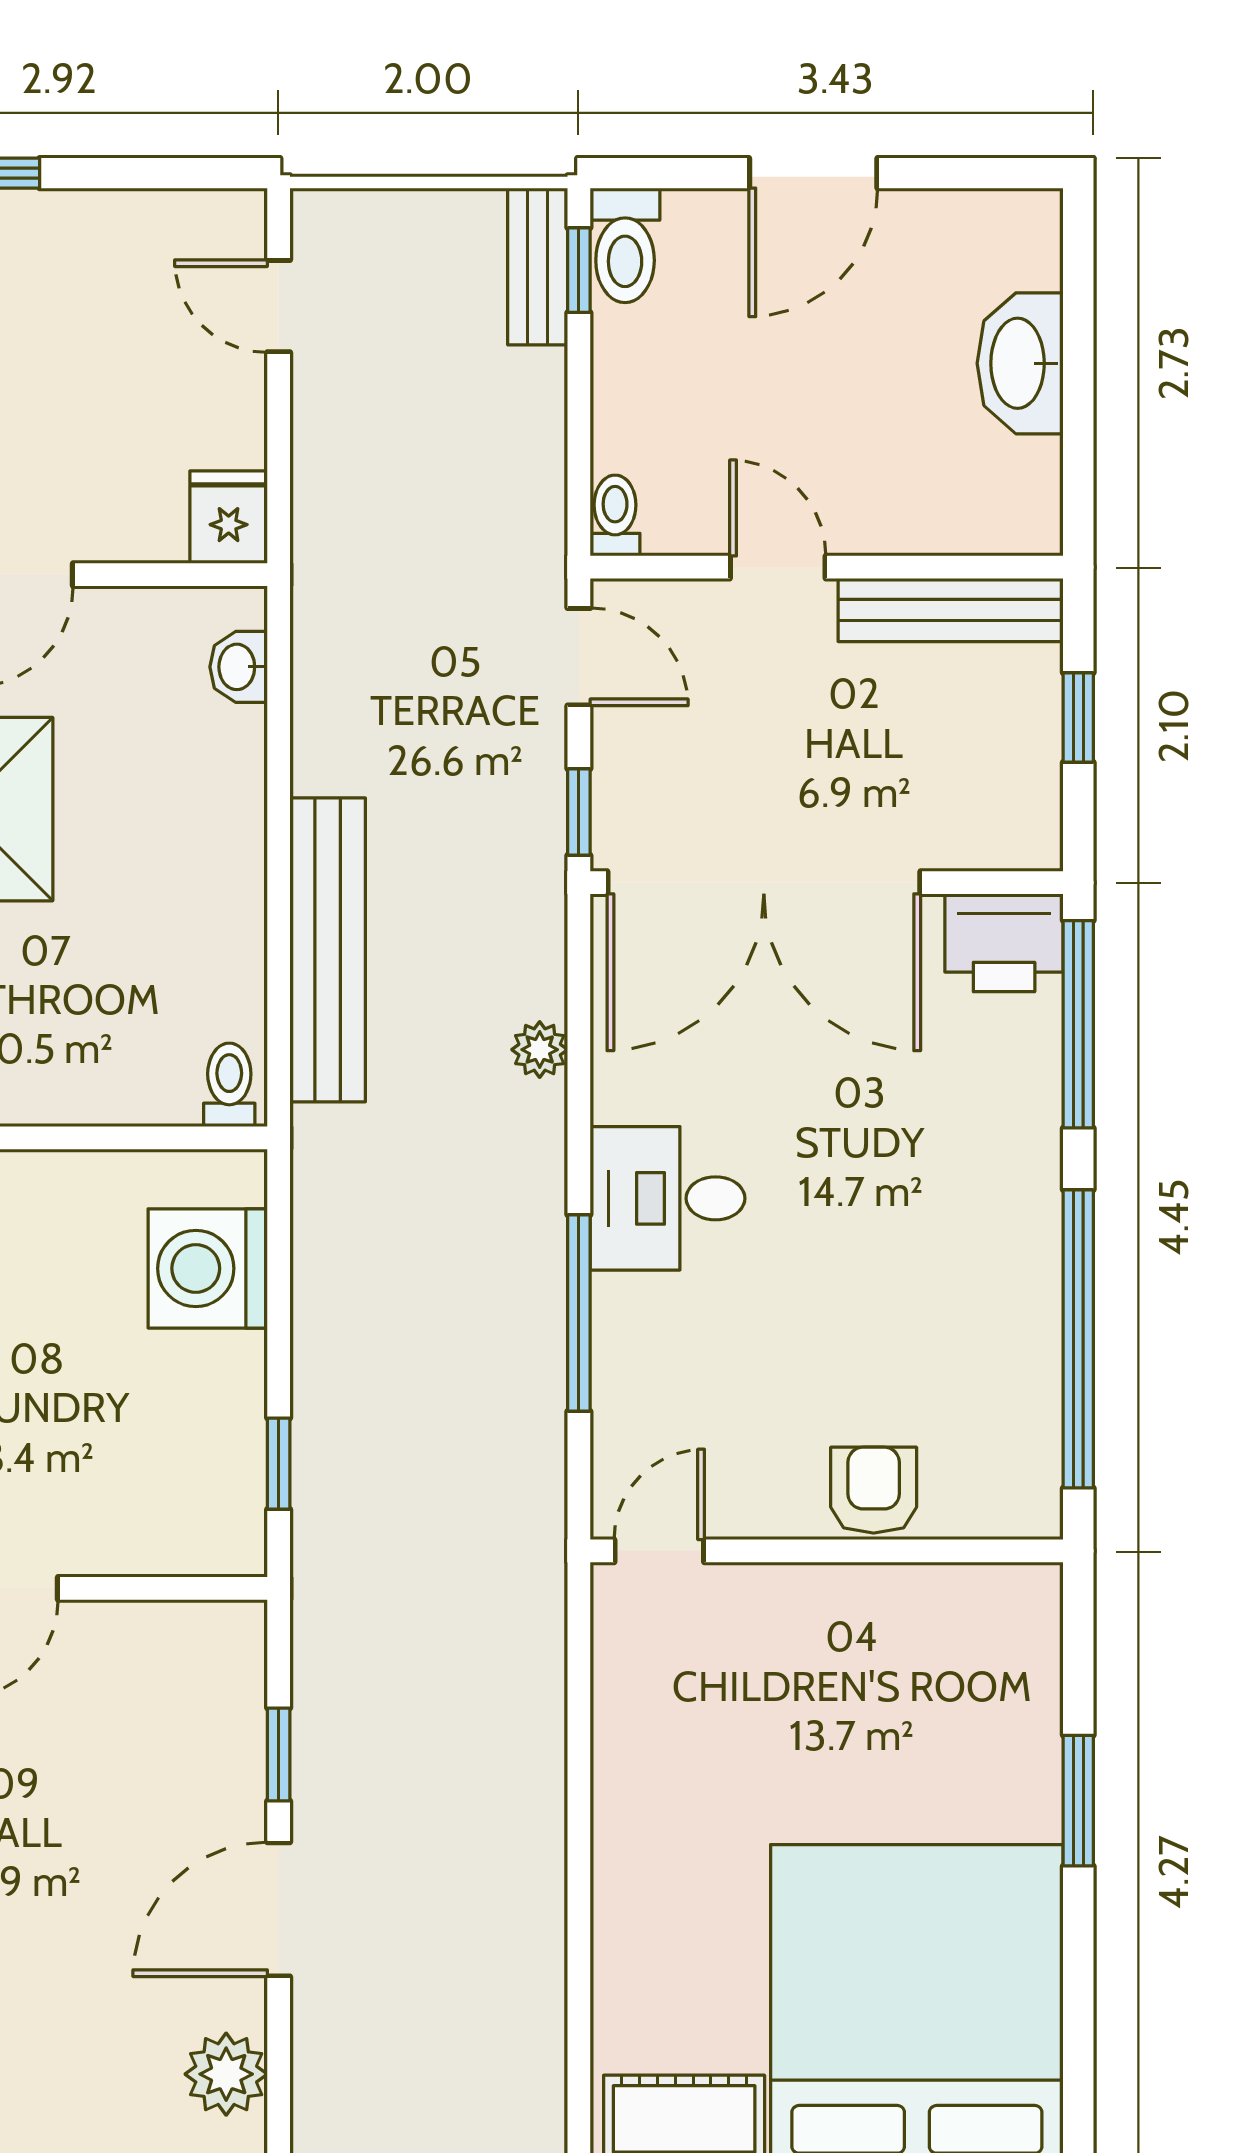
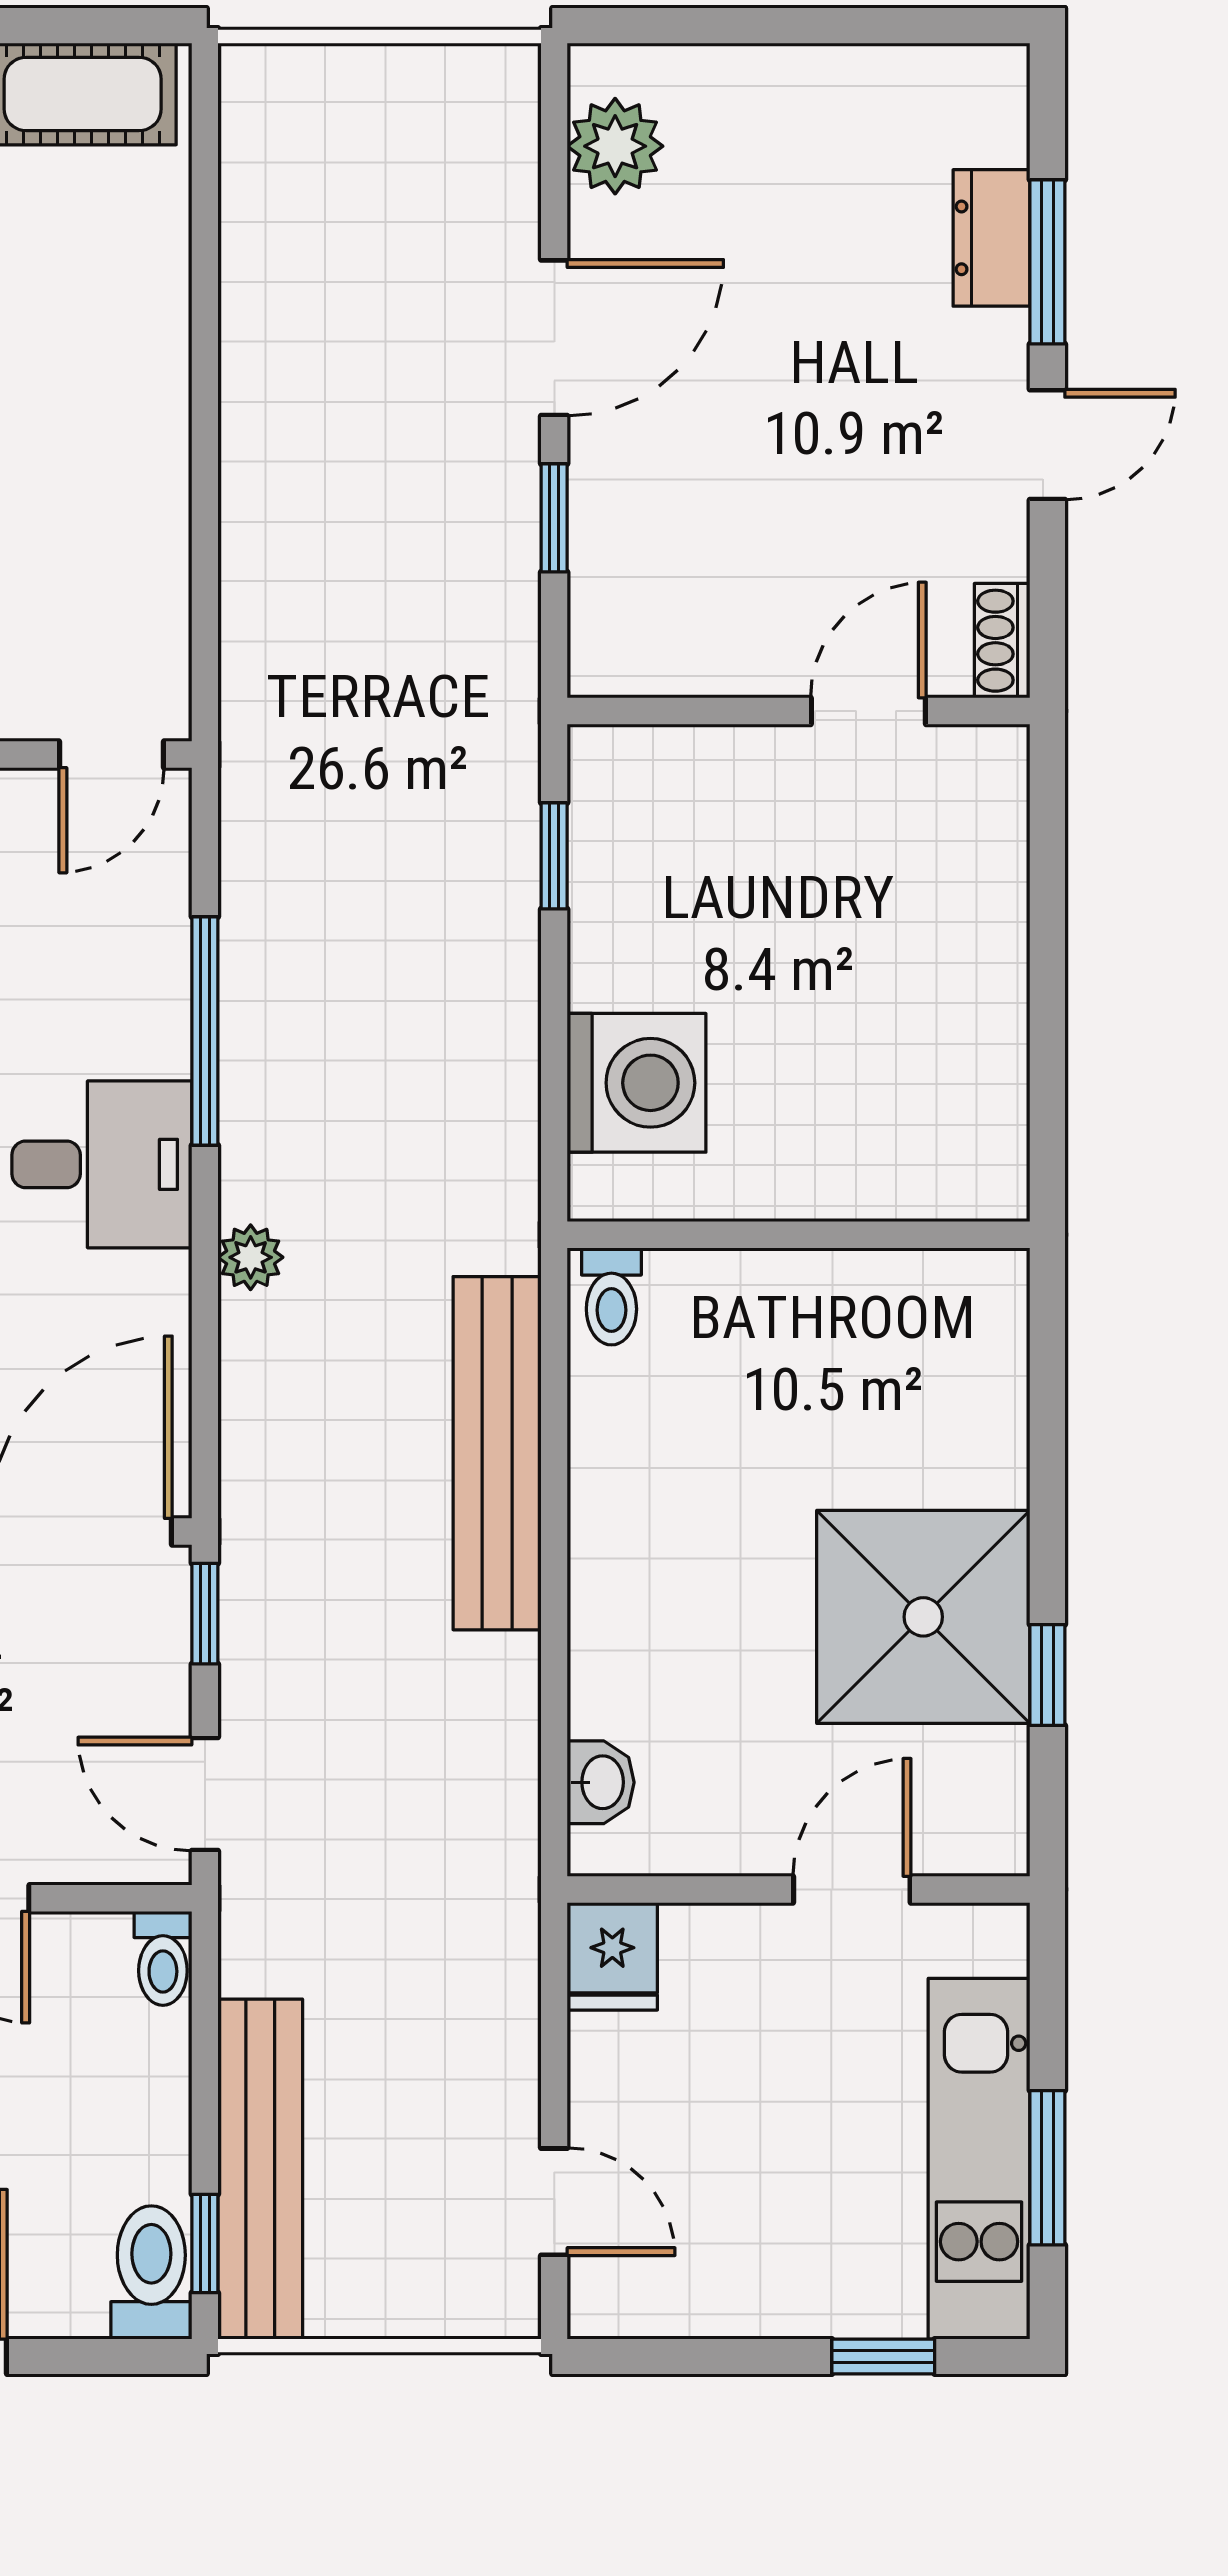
bench: (538, 266) -> (260, 2169), width x1.86, depth x1.21
plant: (540, 1050) -> (251, 1257), moved

